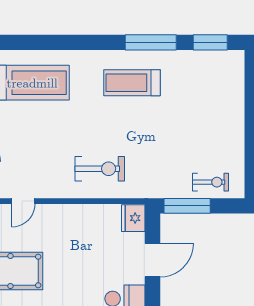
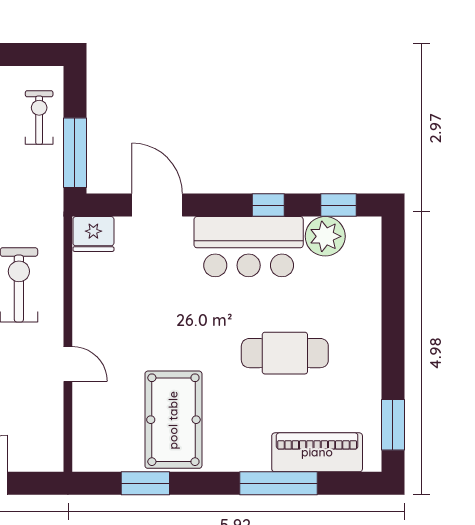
door: (23, 201) -> (68, 364), moved

